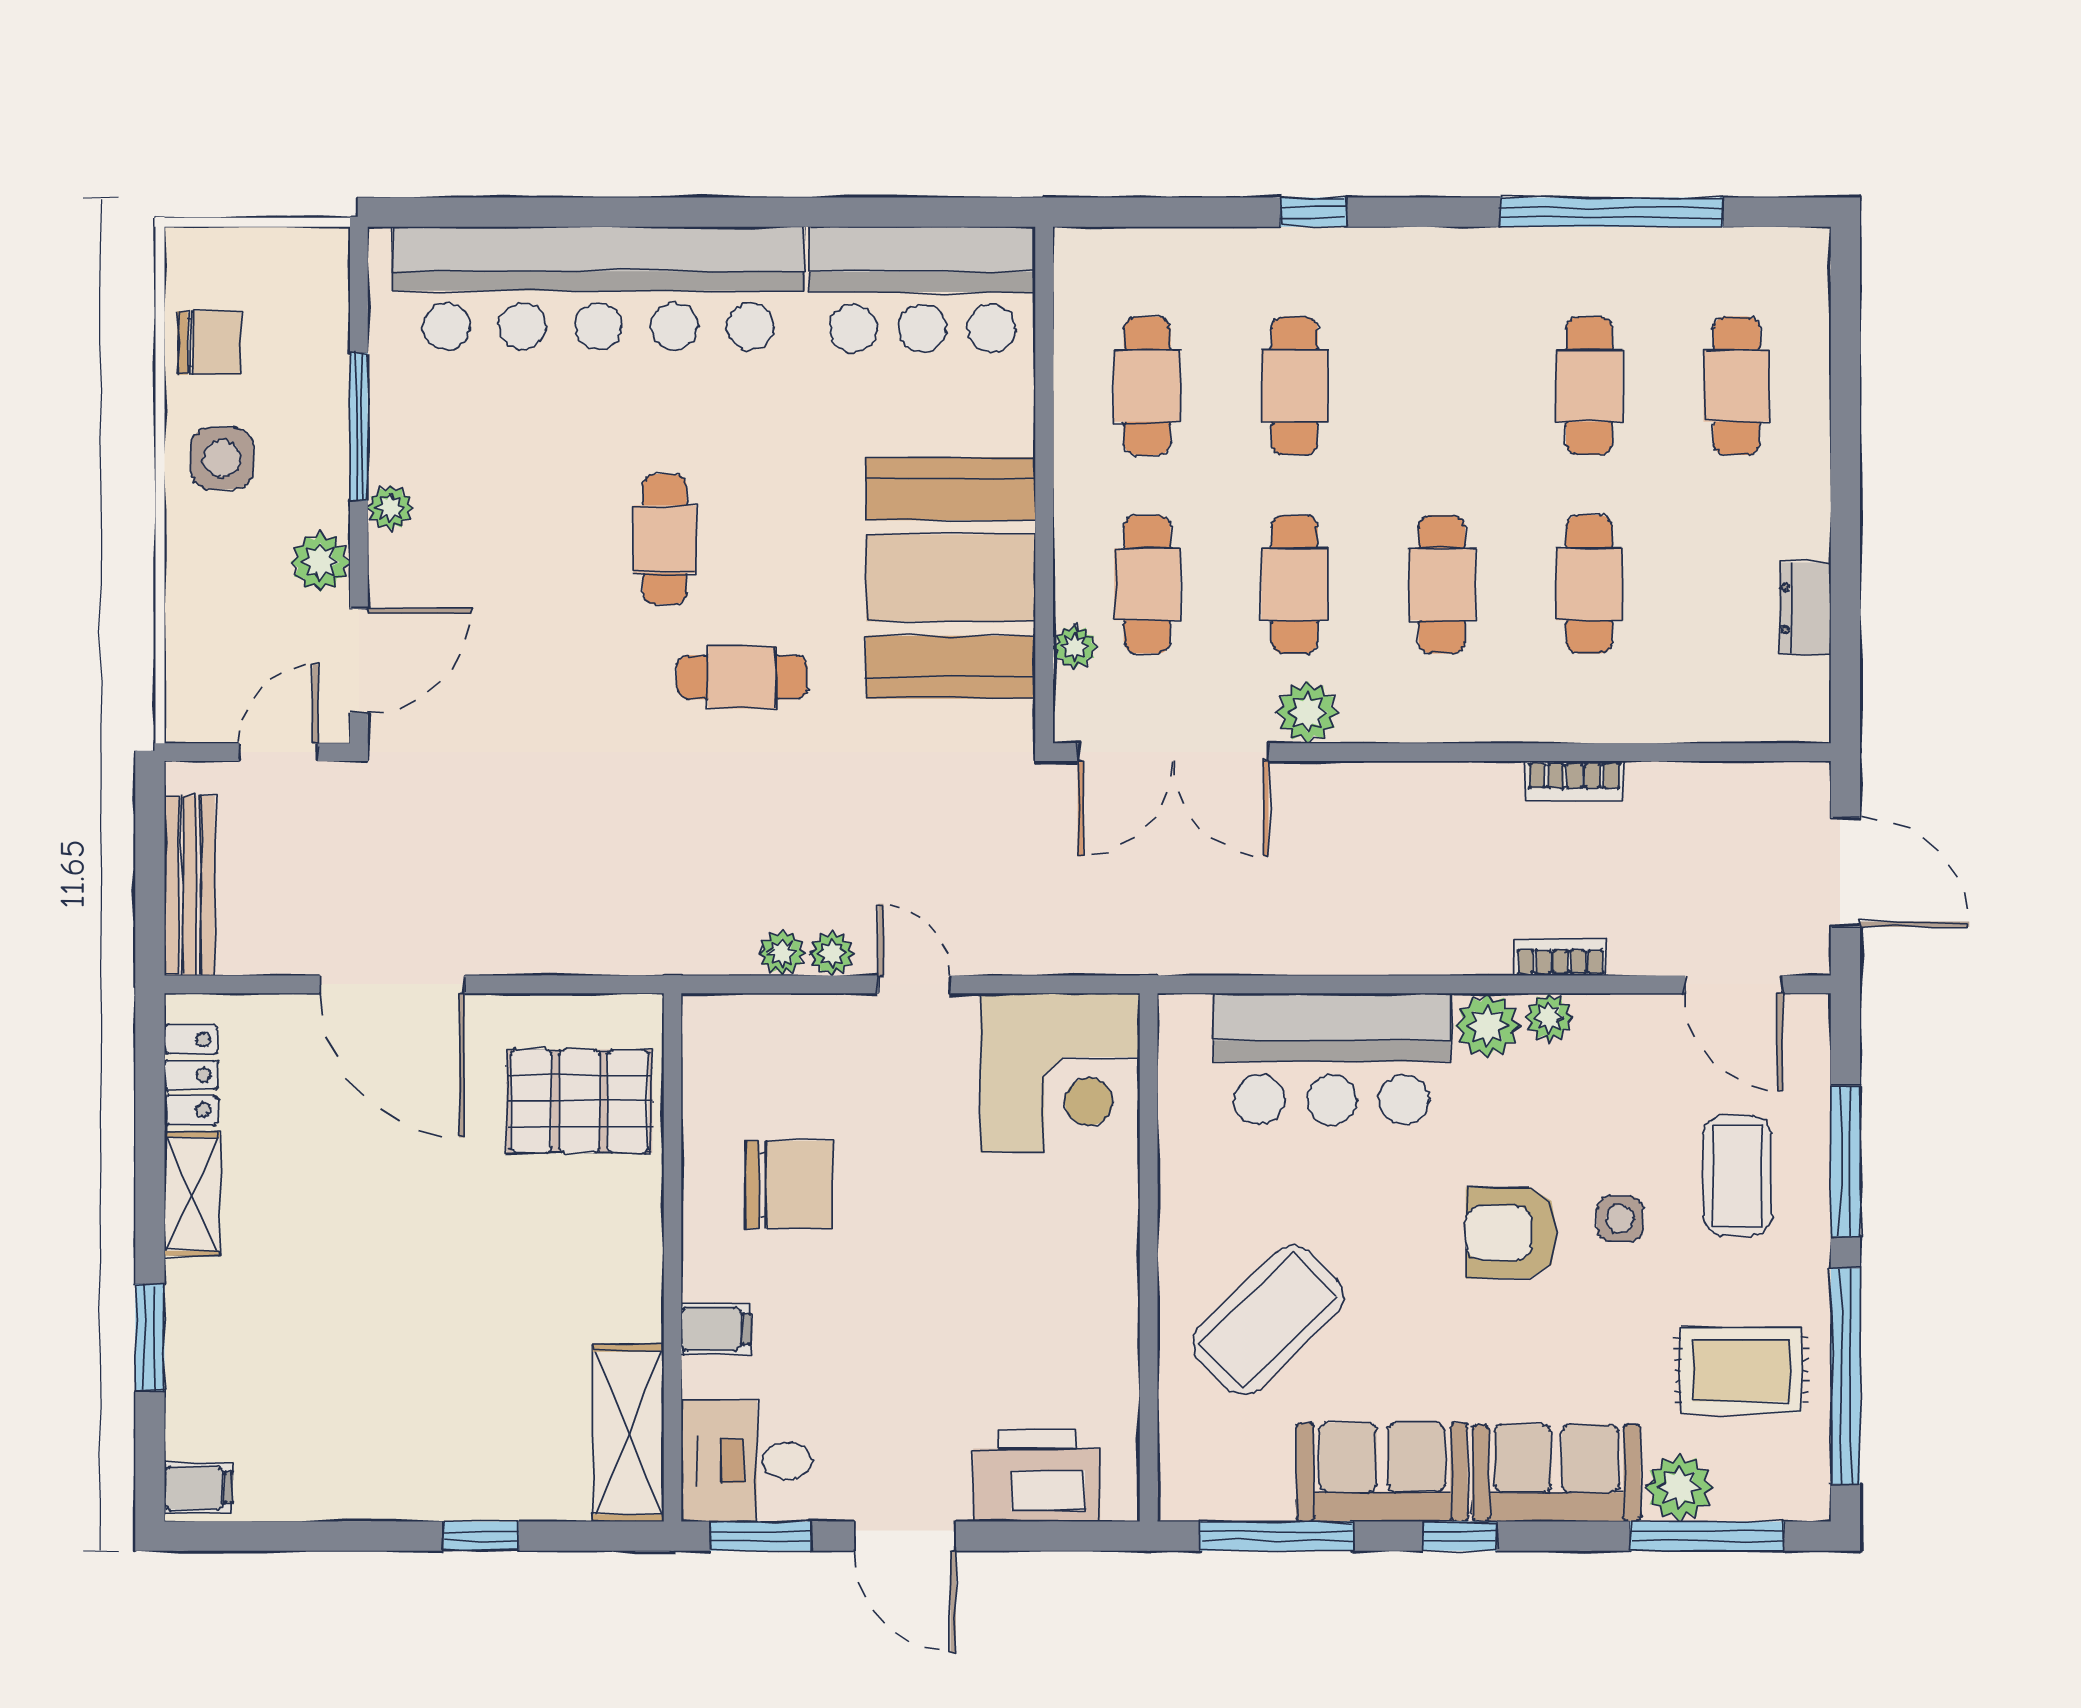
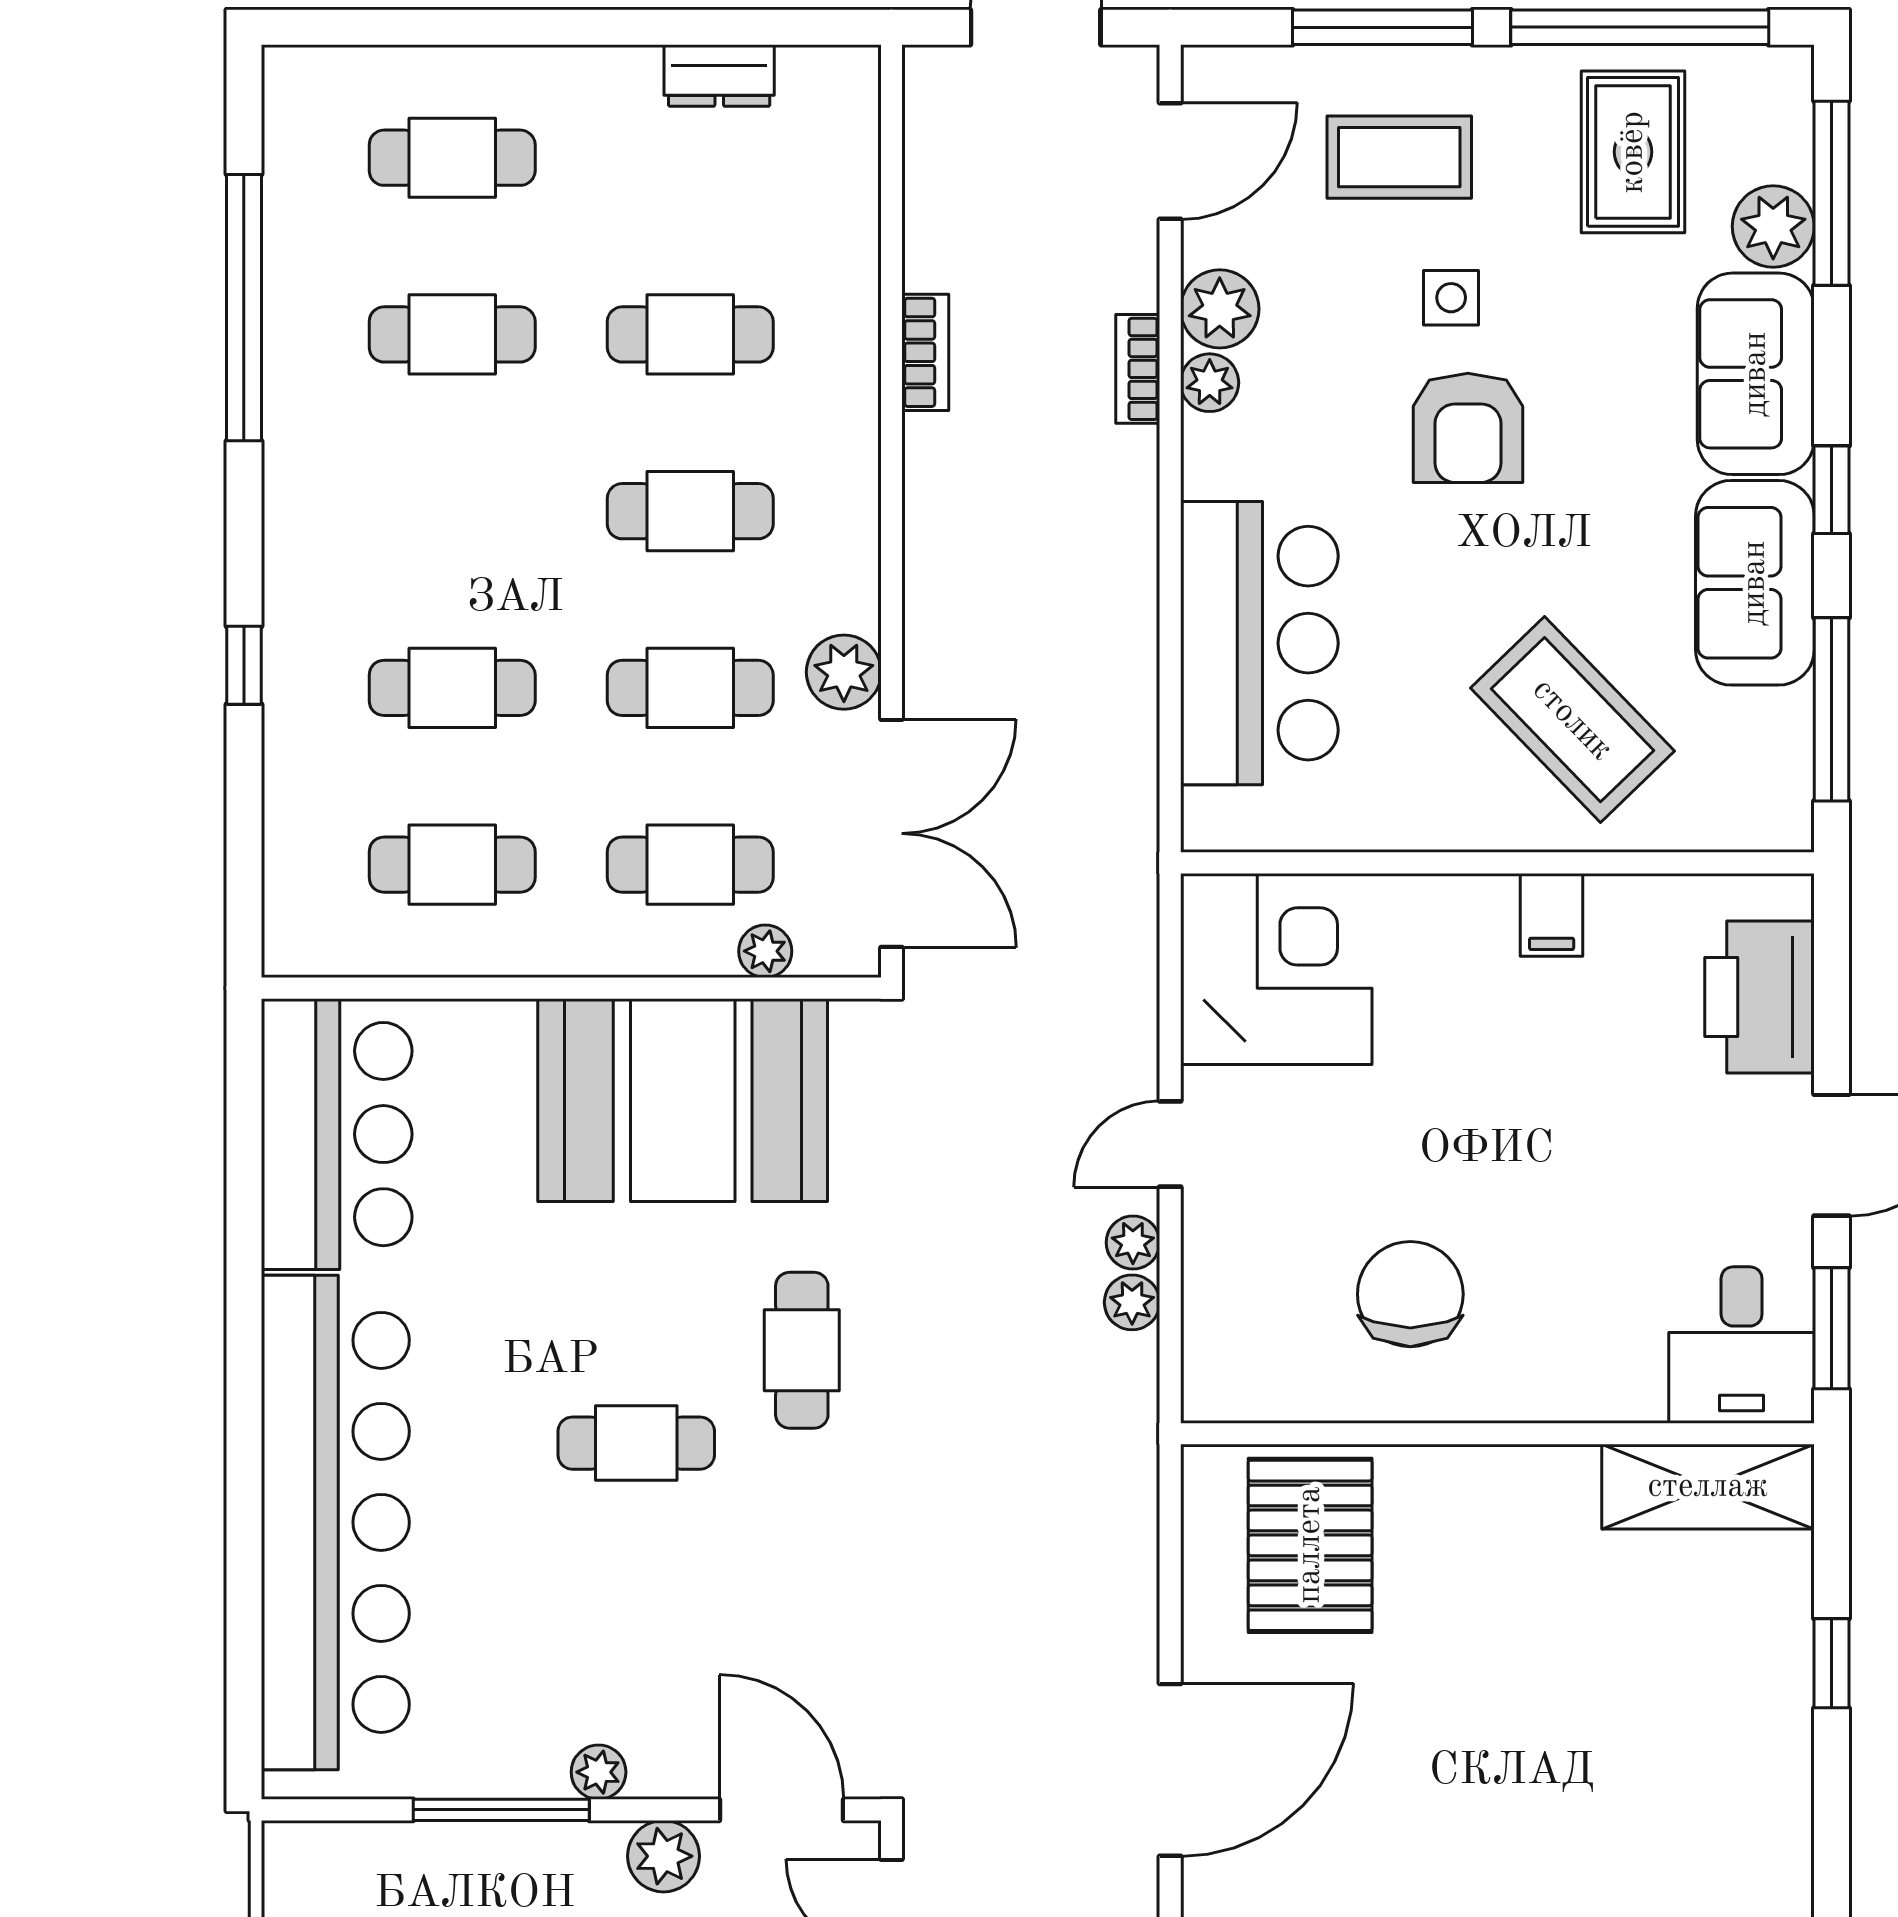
plant: (1487, 1026) -> (1220, 309), moved
filing cabinet: (716, 1329) -> (1552, 915), moved, turned 180

